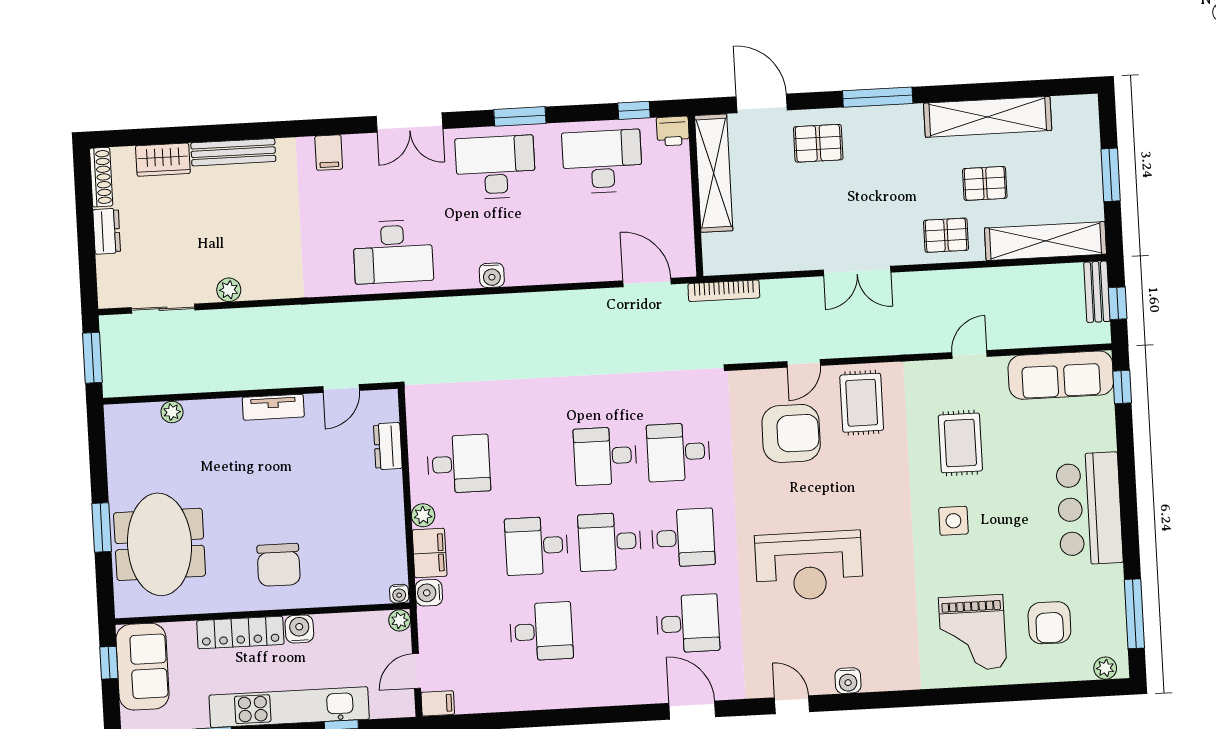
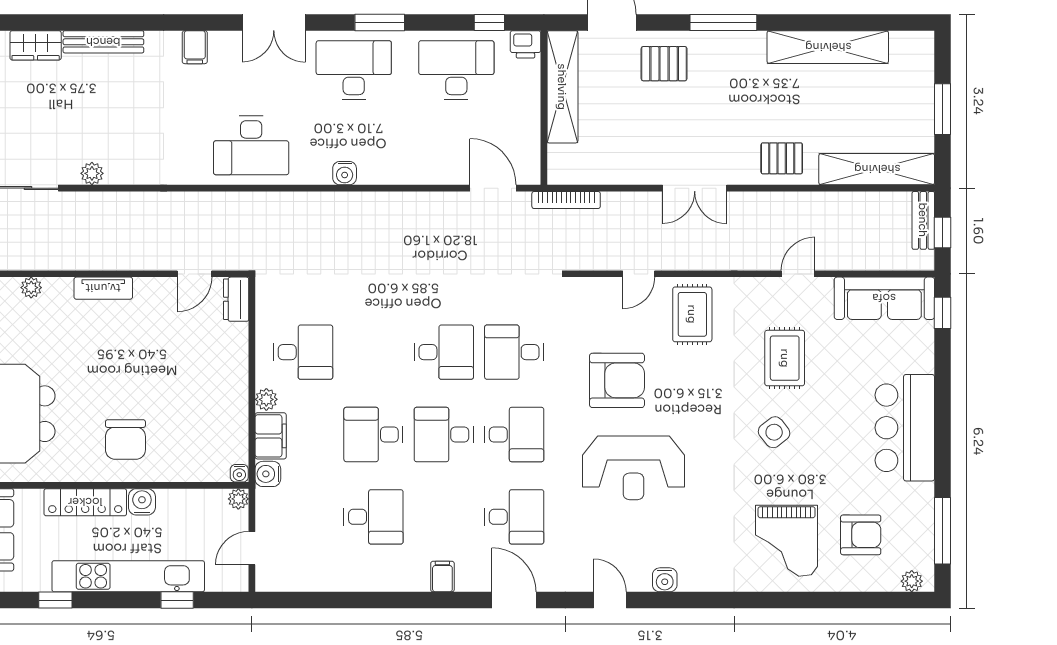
pallet: (985, 183) -> (822, 111), removed
tv unit: (273, 407) -> (103, 288), moved
armchair: (791, 433) -> (617, 380), moved
dresser: (388, 446) -> (236, 299), moved
desk: (605, 456) -> (444, 352), turned 180
side table: (953, 521) -> (774, 432), turned -38
armchair: (1049, 623) -> (861, 535), turned -90
filing cabinet: (438, 703) -> (442, 577), moved, turned -90

